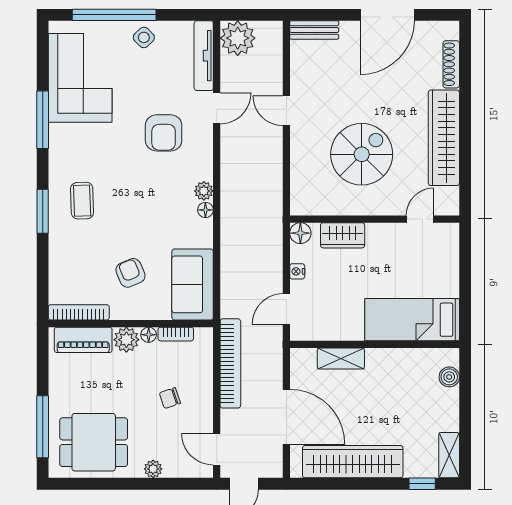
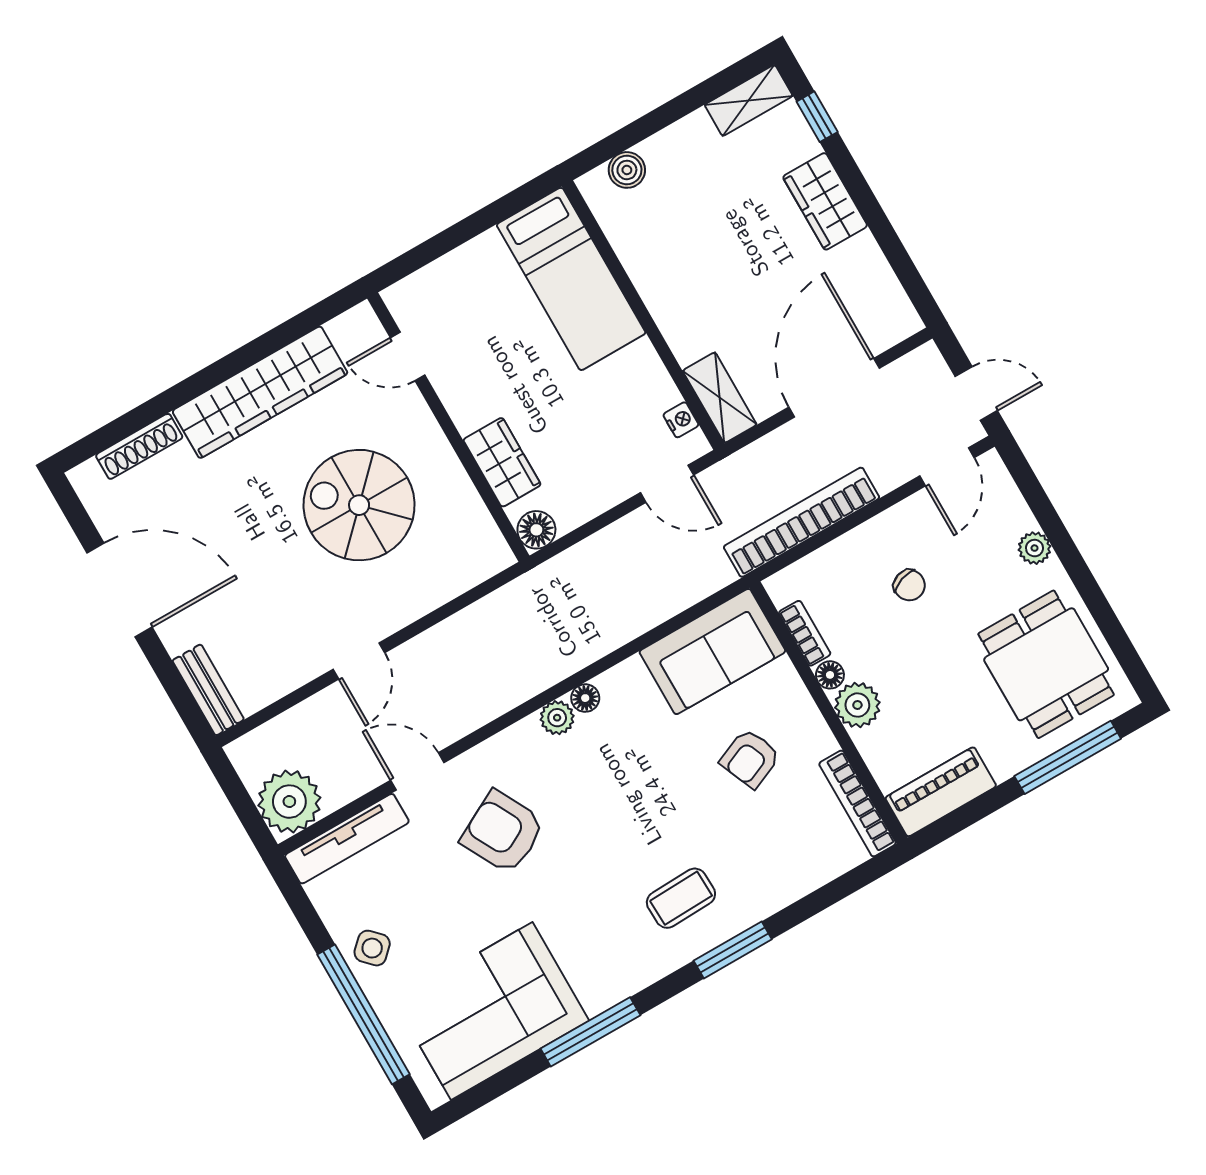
armchair: (164, 133) -> (503, 832), turned -118
nightstand: (297, 271) -> (681, 420), moved, turned -90
piano: (83, 340) -> (941, 792), moved, turned -90
shelving: (341, 359) -> (720, 398), moved
wardrobe: (353, 462) -> (825, 201), width x0.48, depth x0.85

